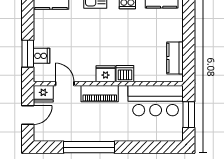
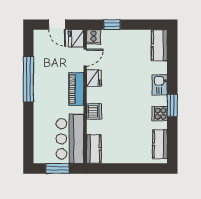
window: (28, 54) -> (112, 25), width x0.67
cooker: (42, 56) -> (93, 37), moved
kitchen counter: (175, 58) -> (94, 149), moved, turned 90
fridge: (106, 74) -> (94, 78), moved

